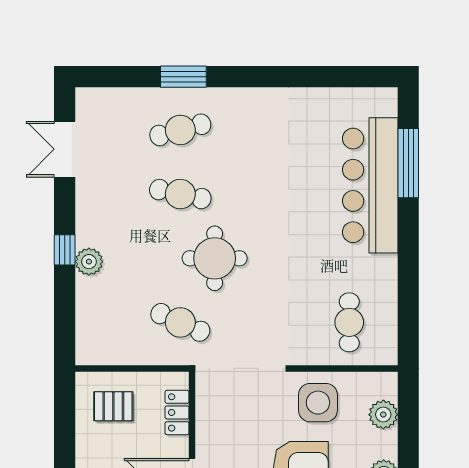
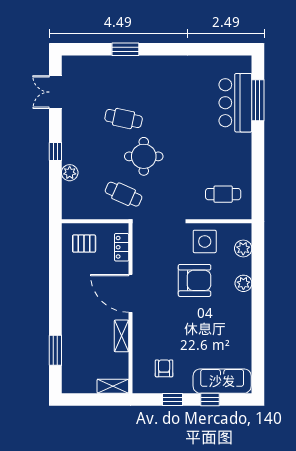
cafe table: (180, 130) -> (124, 81), removed
bar counter: (370, 185) -> (235, 103), width x0.73
plant: (89, 262) -> (70, 173), moved
cafe table: (349, 322) -> (223, 194), turned 90

